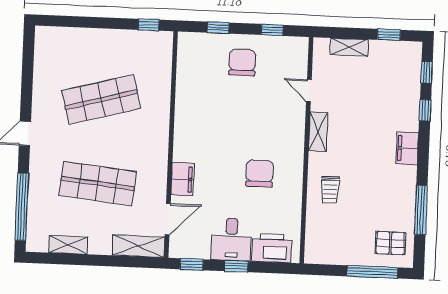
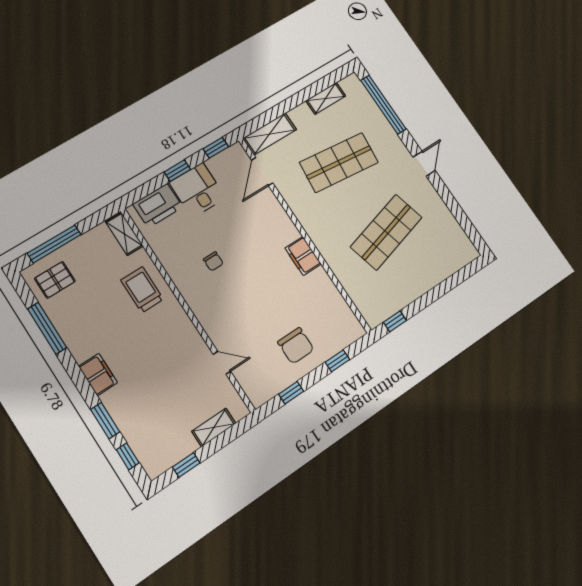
window: (425, 110) -> (105, 421), width x1.50
shelving: (318, 132) -> (124, 234), moved
chair: (259, 173) -> (213, 261), width x0.54, depth x0.54
filing cabinet: (182, 179) -> (303, 256), moved
trolley: (330, 190) -> (142, 290), width x1.36, depth x1.39

